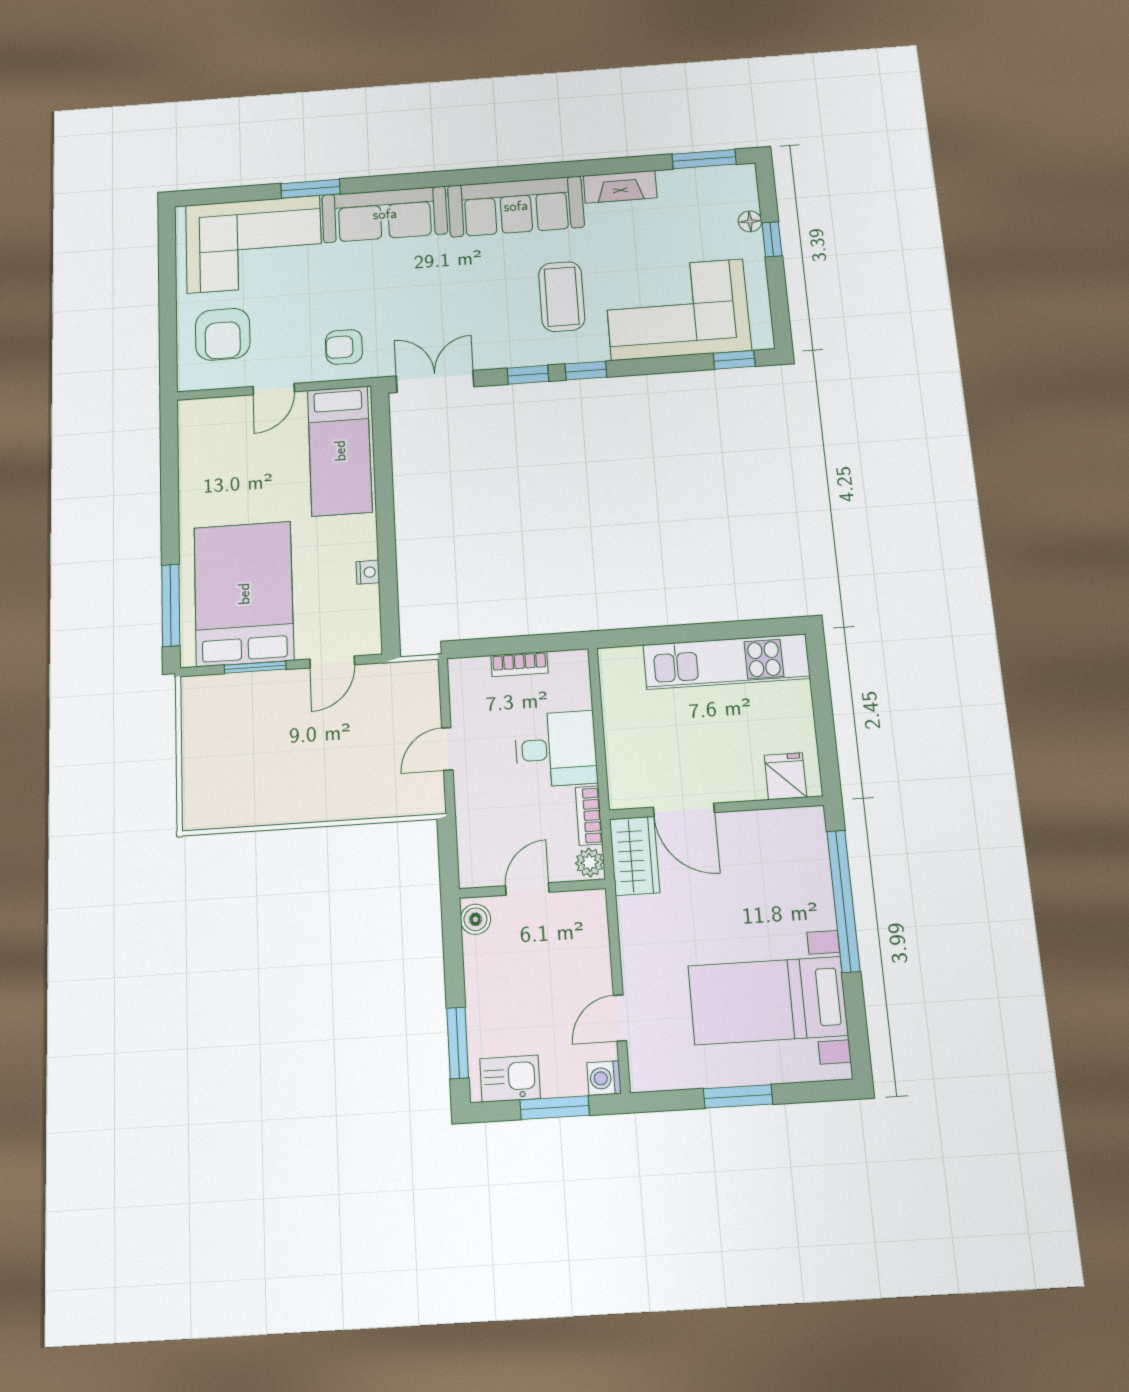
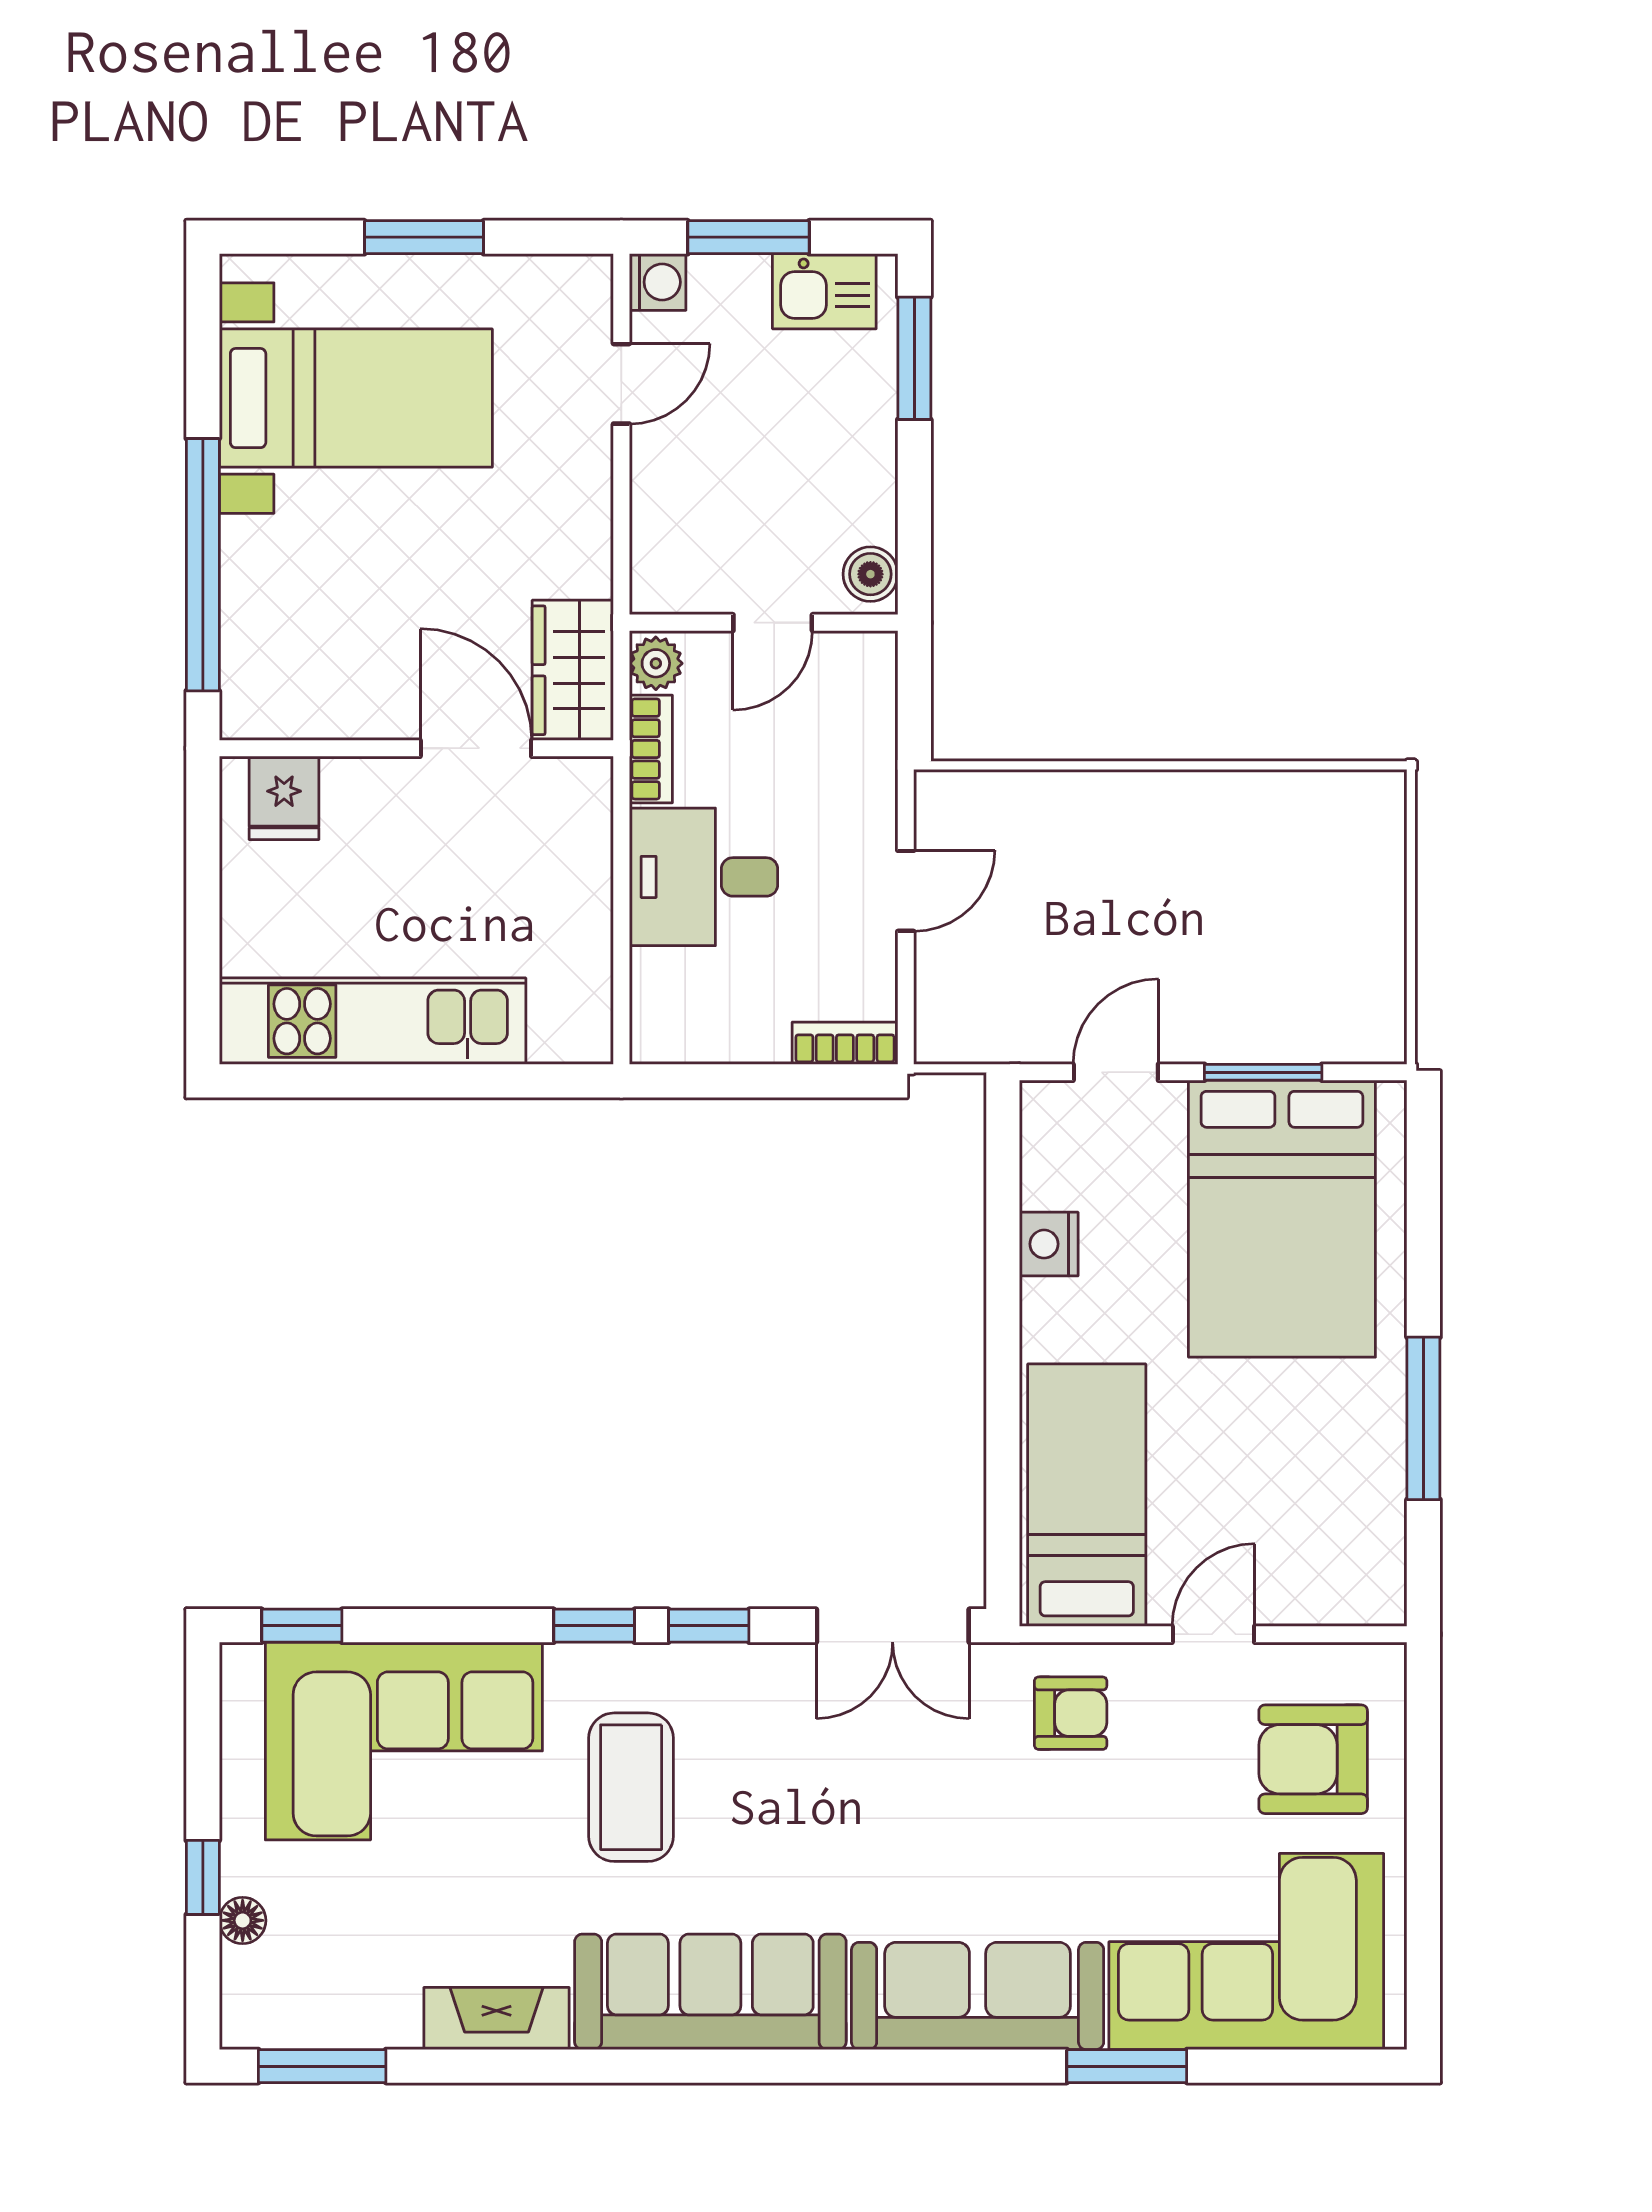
armchair: (223, 334) -> (1313, 1759), turned -90
nightstand: (368, 572) -> (1049, 1244), width x1.39, depth x1.35
window: (171, 605) -> (1423, 1418), moved
bookcase: (519, 664) -> (845, 1043), moved

